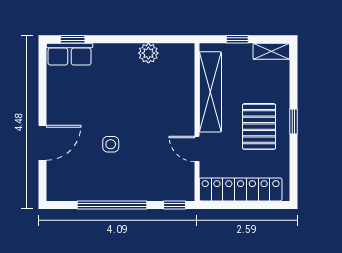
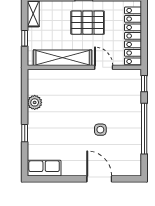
window: (73, 39) -> (25, 133), moved
row of seats: (69, 54) -> (44, 168), moved, turned -90
door: (197, 149) -> (104, 67), swing flipped

